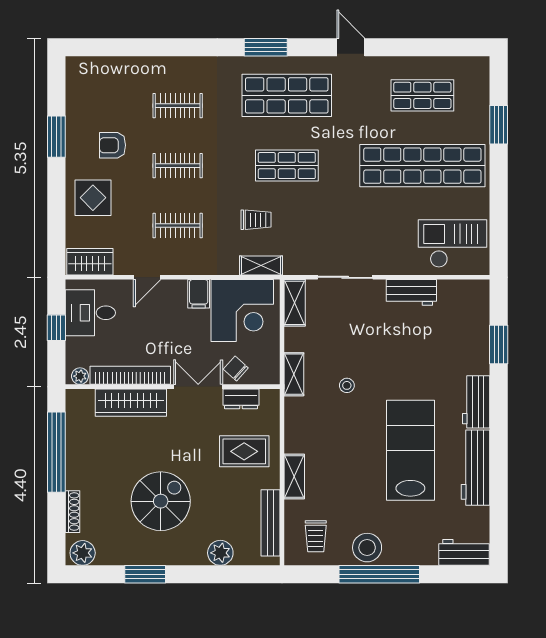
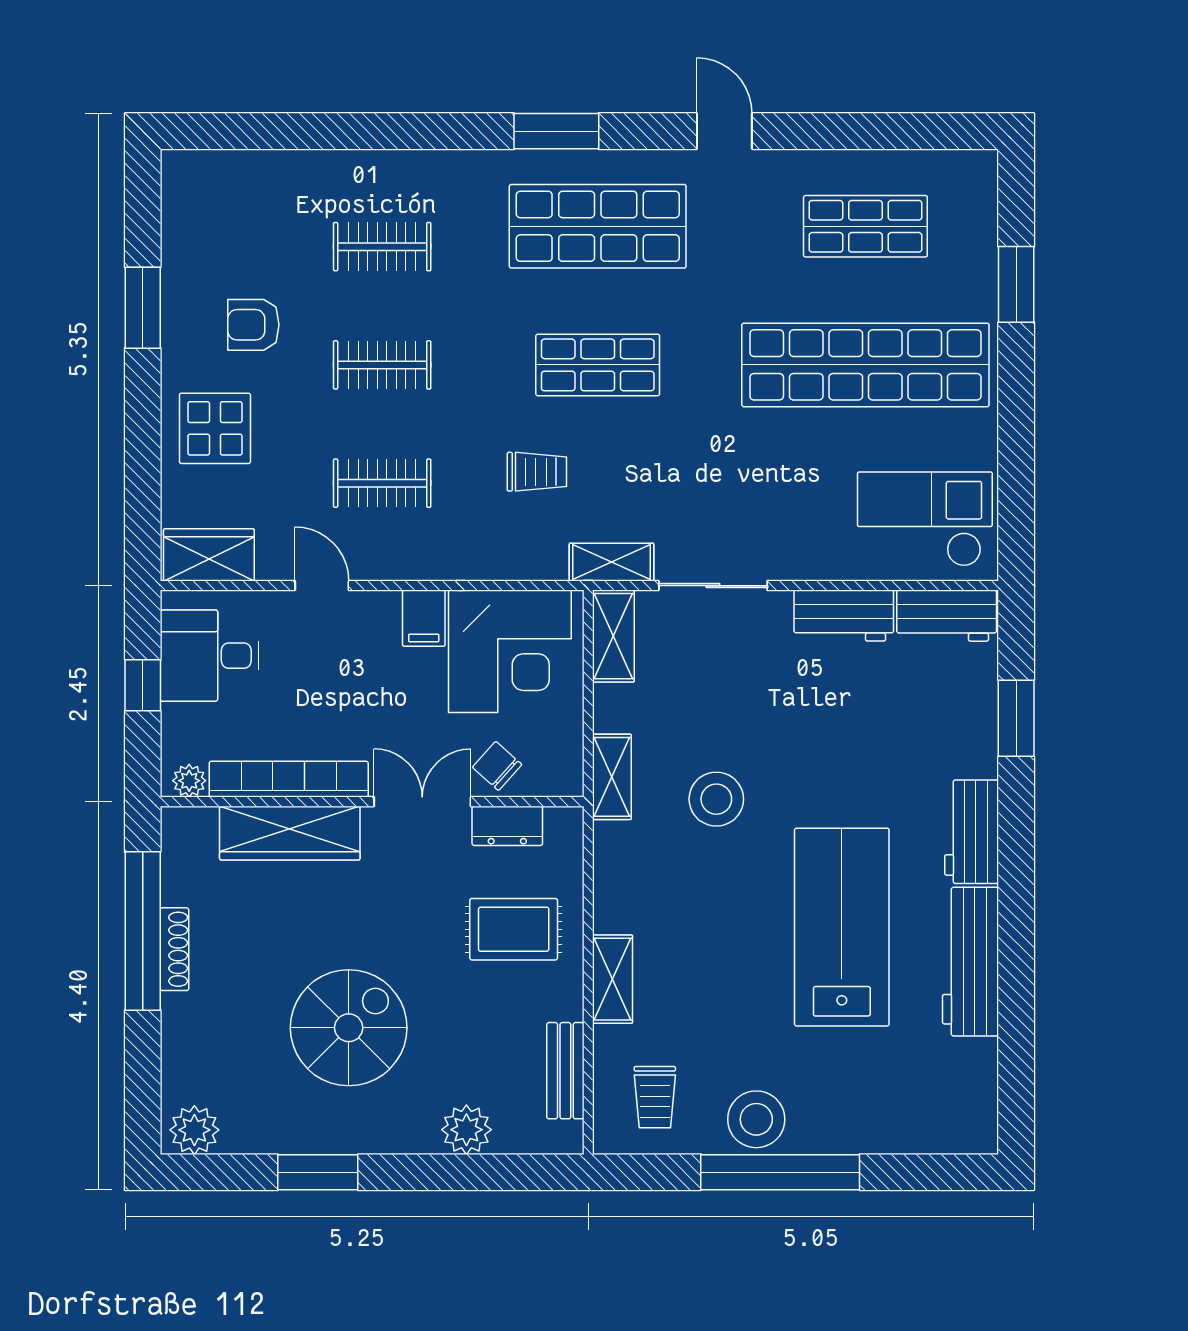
shelving: (261, 265) -> (611, 562), moved
door: (147, 277) -> (322, 586), swing flipped
stool: (347, 385) -> (716, 799), width x1.89, depth x1.89
shoe rack: (72, 512) -> (174, 949), moved
bench: (270, 523) -> (565, 1071), width x0.73
workbench: (464, 552) -> (947, 616), moved, turned 180

